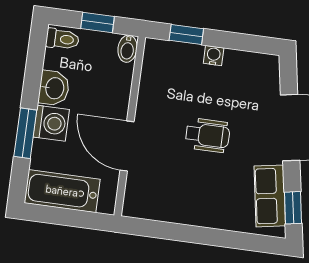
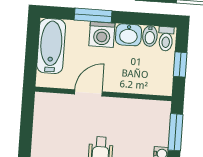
window: (186, 35) -> (175, 132), width x1.50
bidet: (127, 49) -> (150, 36), moved, turned -90
door: (127, 146) -> (88, 93), width x0.73

